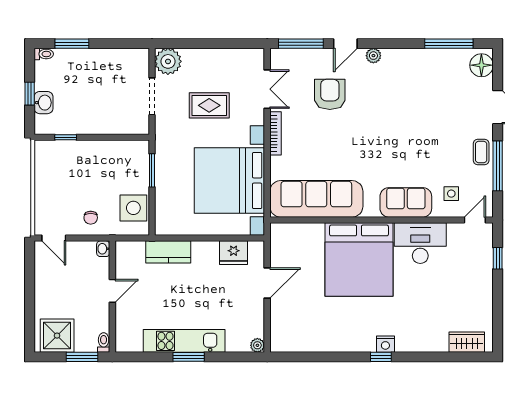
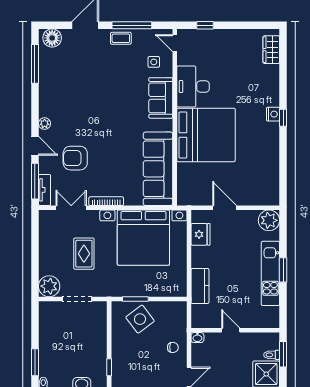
tv unit: (290, 56) -> (45, 190), added
side table: (133, 208) -> (140, 319), moved, turned -37
toilet: (104, 342) -> (272, 355), moved
plant: (257, 345) -> (269, 220), width x1.87, depth x1.87

